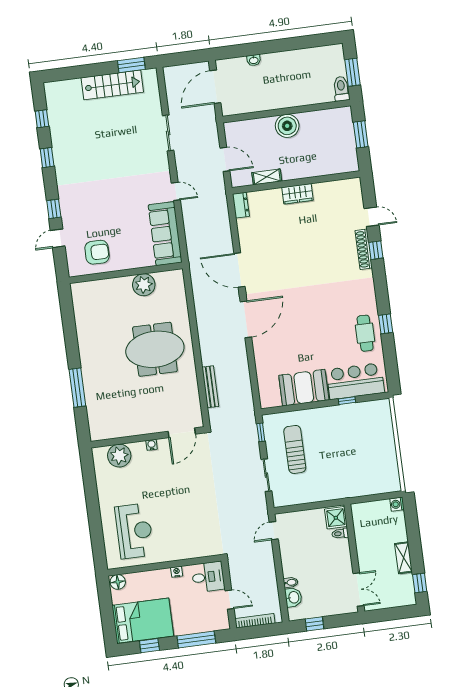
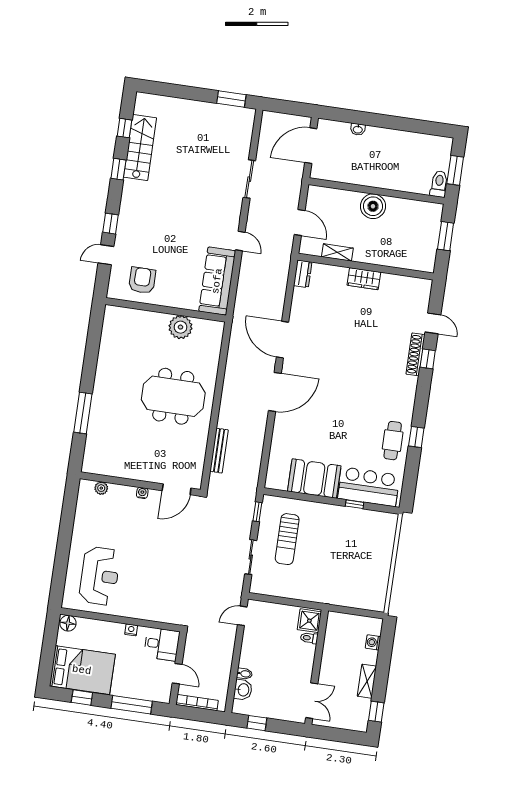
stairs: (112, 85) -> (140, 148), moved, turned -90
armchair: (97, 252) -> (142, 280), turned -90
sun lounger: (295, 449) -> (287, 539), turned 180
plant: (119, 456) -> (101, 488), width x0.53, depth x0.53
washing machine: (397, 504) -> (373, 642), moved

